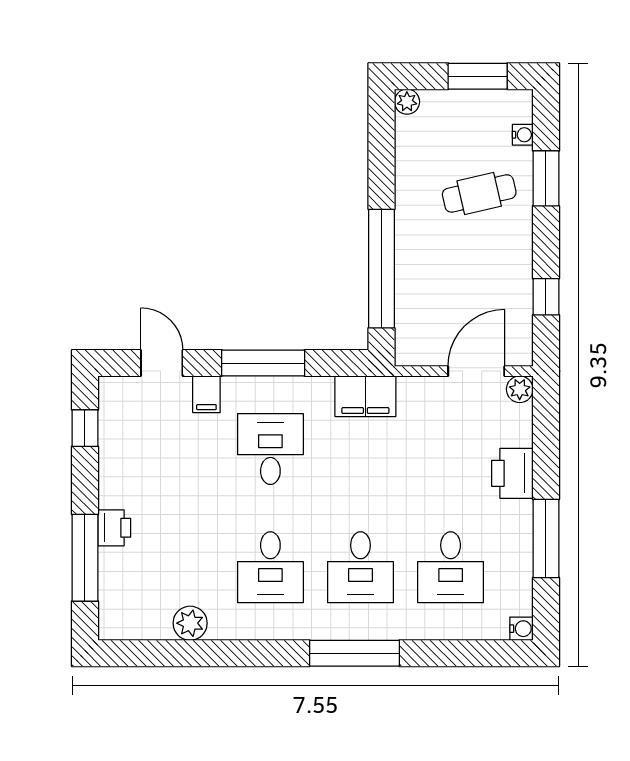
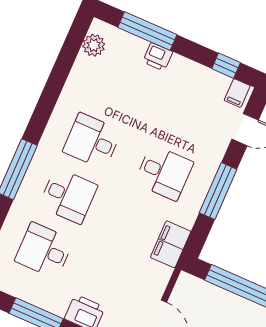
filing cabinet: (206, 394) -> (237, 93), moved, turned -90
desk: (360, 567) -> (68, 196), turned 180
plant: (190, 623) -> (94, 45), moved

